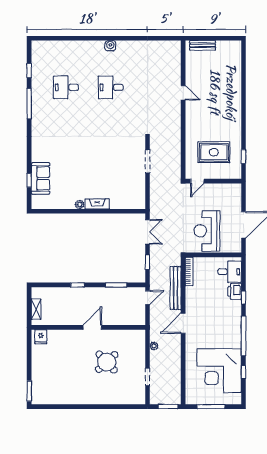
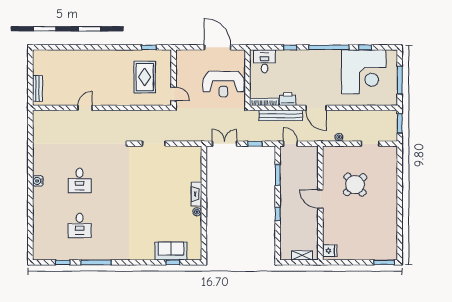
printer: (235, 291) -> (288, 99), moved, turned 180

